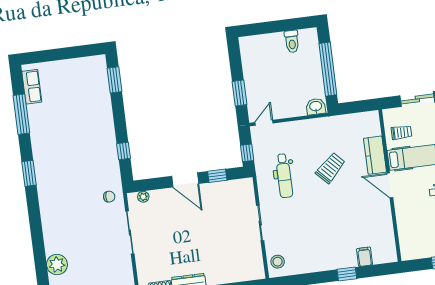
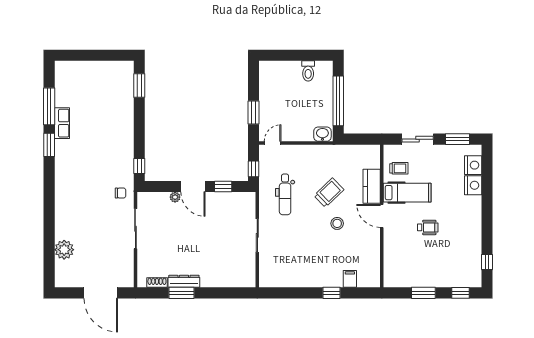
row of seats: (32, 87) -> (62, 123), moved
window: (124, 151) -> (139, 166), moved
window: (29, 173) -> (49, 145), moved
plant: (143, 197) -> (175, 197), moved
stool: (278, 262) -> (337, 223), moved

